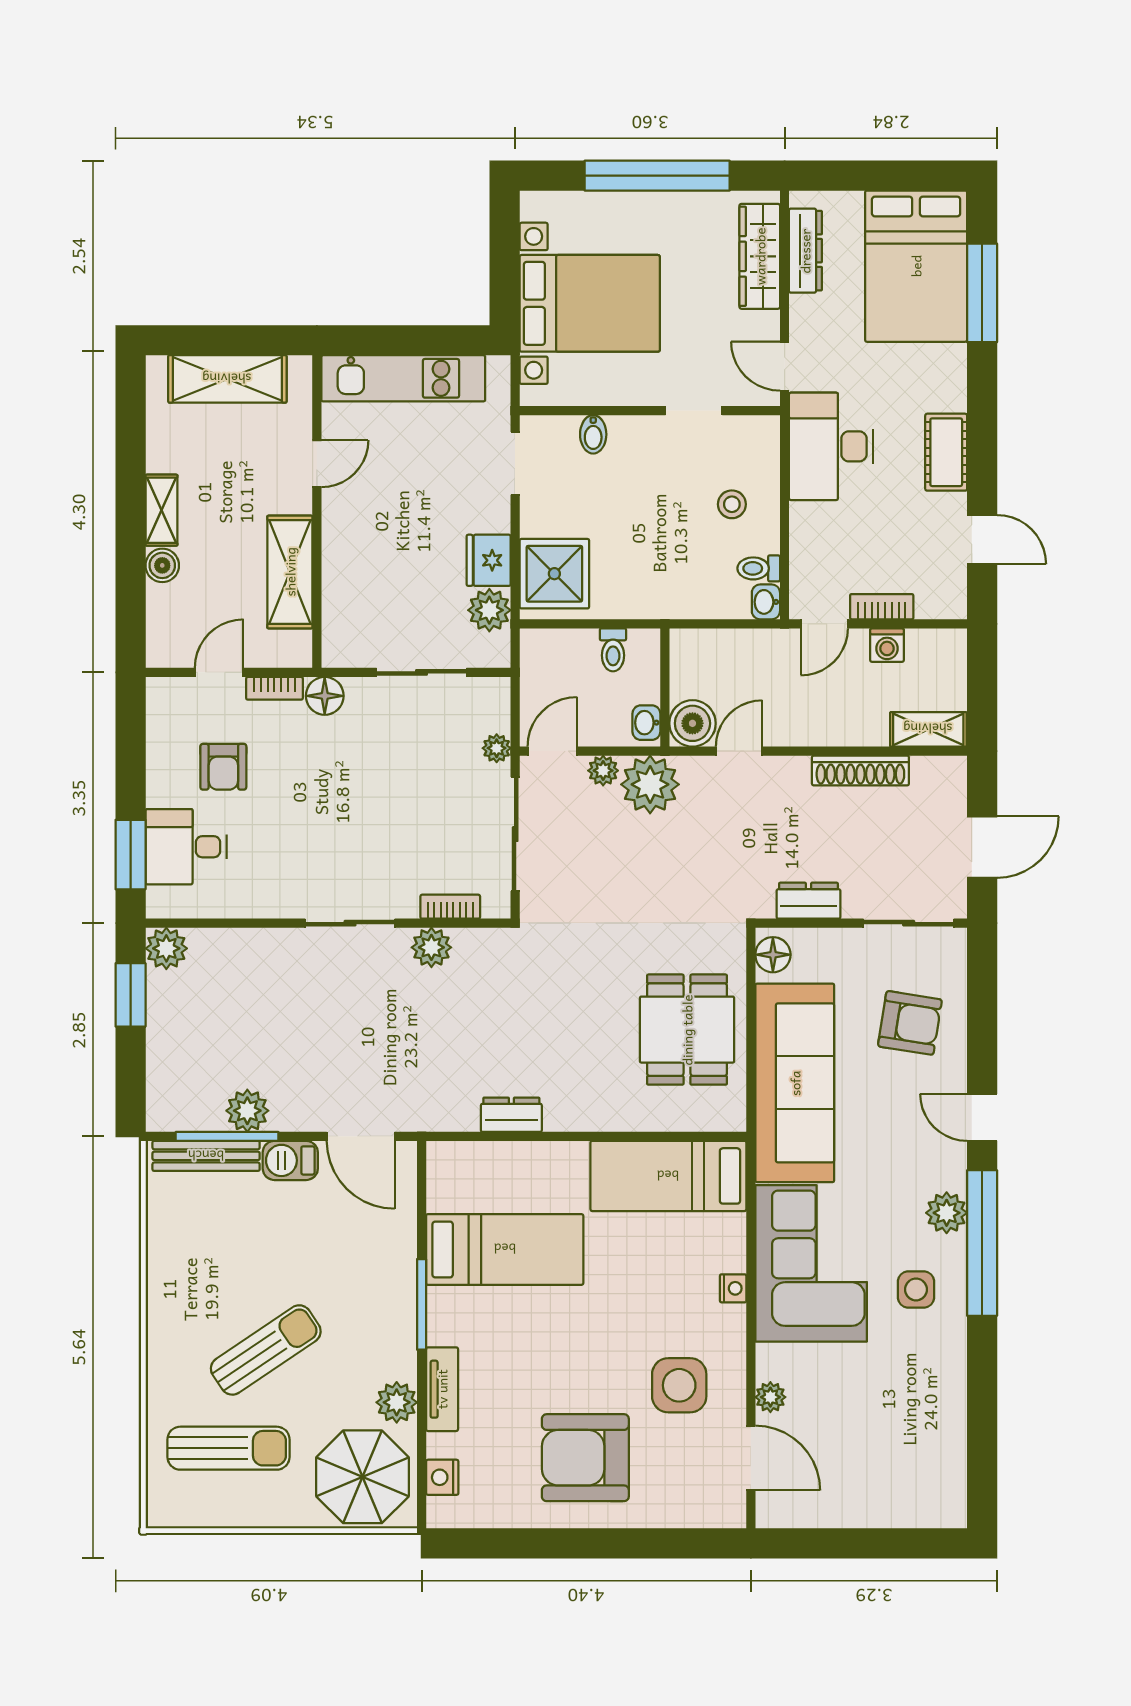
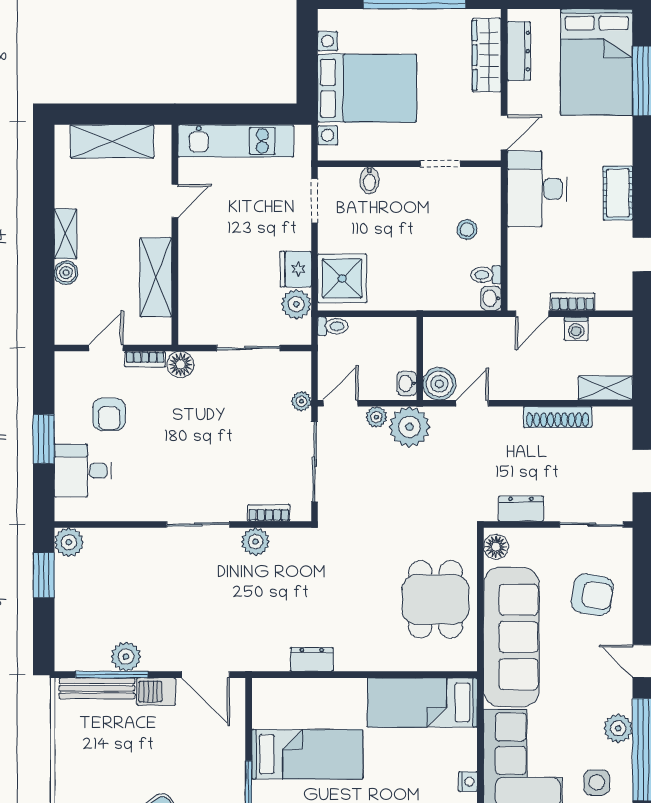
door: (785, 366) -> (504, 132), swing flipped
toilet: (613, 650) -> (333, 326), moved, turned -90
window: (131, 855) -> (44, 439), moved

